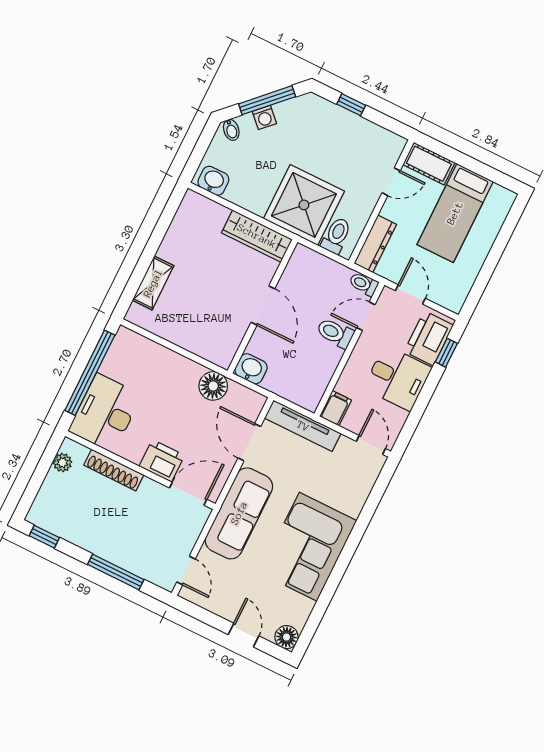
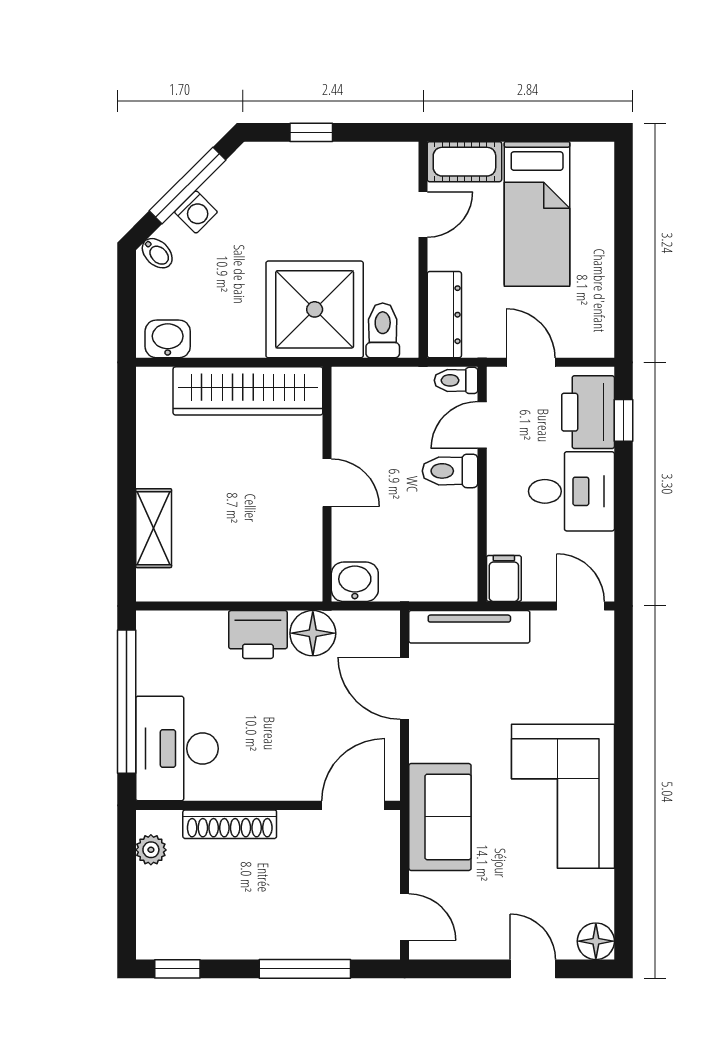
wardrobe: (257, 236) -> (248, 391), width x1.40, depth x1.17
door: (263, 306) -> (327, 483), width x0.73
printer: (162, 461) -> (258, 634), moved, turned 180
sofa: (239, 513) -> (440, 817), width x0.73

